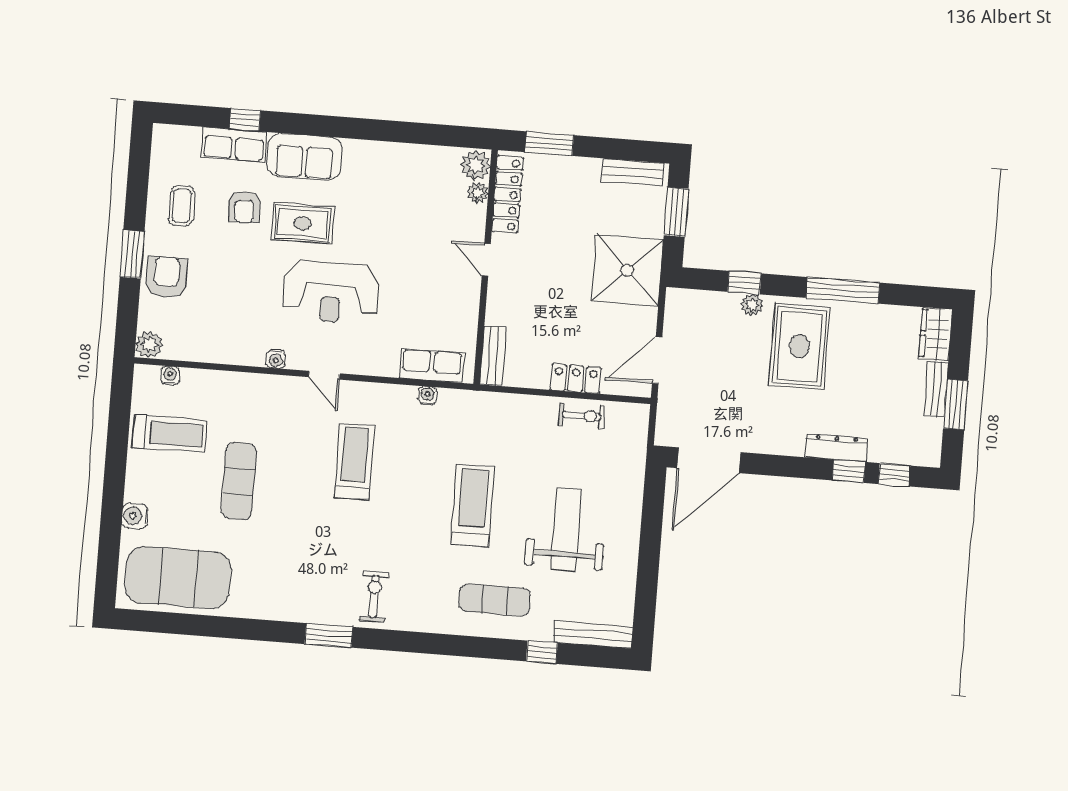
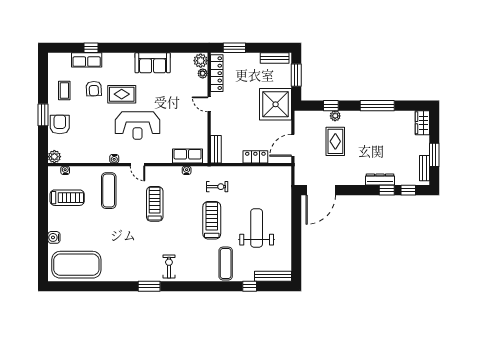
sofa: (305, 156) -> (153, 63), moved
rug: (799, 346) -> (335, 141), moved, width x0.73, depth x0.70
bench: (936, 389) -> (424, 168), moved
exercise bike: (582, 416) -> (217, 187), moved
exercise mat: (239, 481) -> (109, 191), moved
exercise mat: (495, 600) -> (226, 264), turned 90

